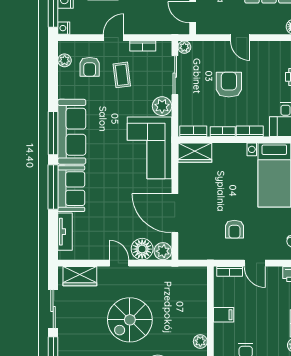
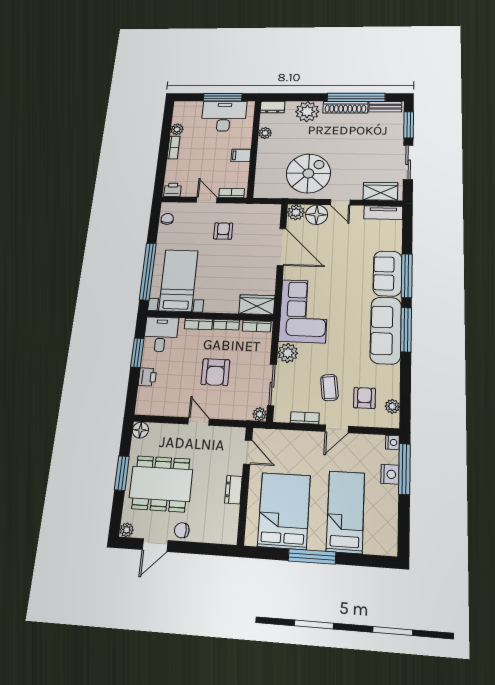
tv unit: (65, 232) -> (383, 213), moved, turned -90
spiral stairs: (130, 320) -> (308, 173), moved

